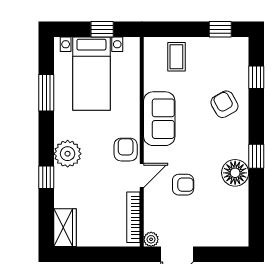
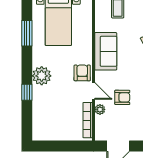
door: (142, 175) -> (93, 91), hinge flipped
wardrobe: (65, 228) -> (40, 127), removed
plant: (151, 239) -> (100, 109), moved

